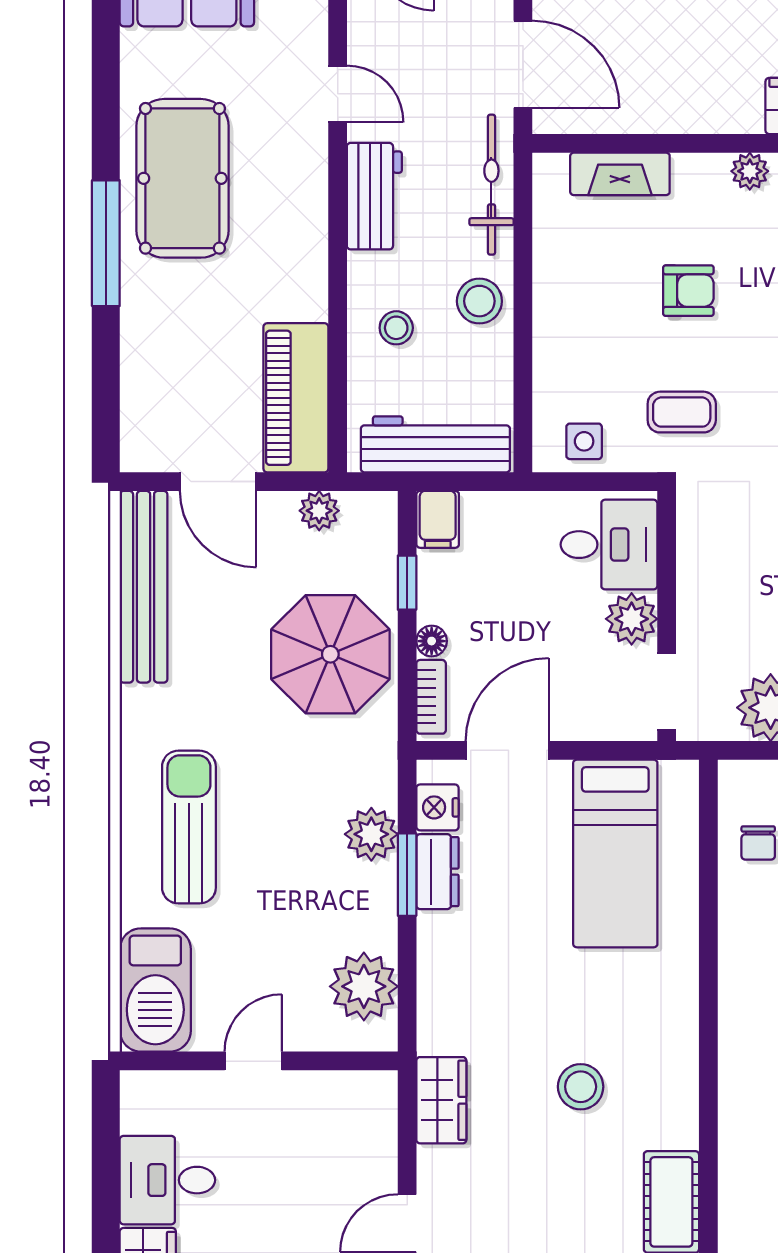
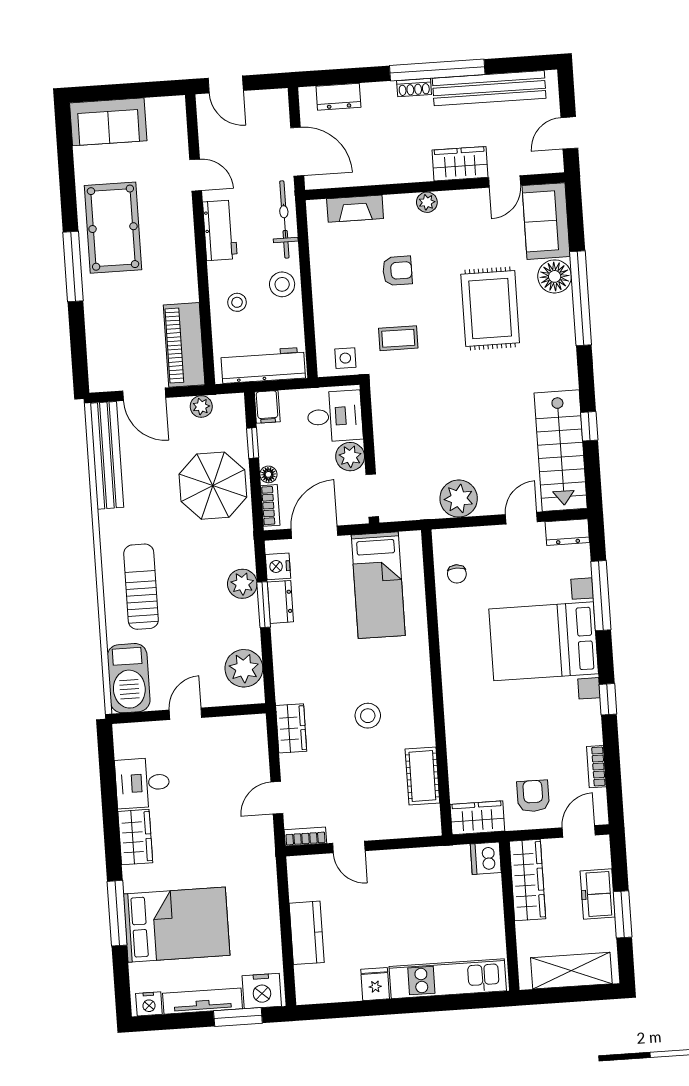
desk: (609, 545) -> (335, 416), moved
wall: (667, 616) -> (369, 454), moved
plant: (632, 619) -> (350, 457), moved
doorway: (667, 691) -> (372, 495), moved

